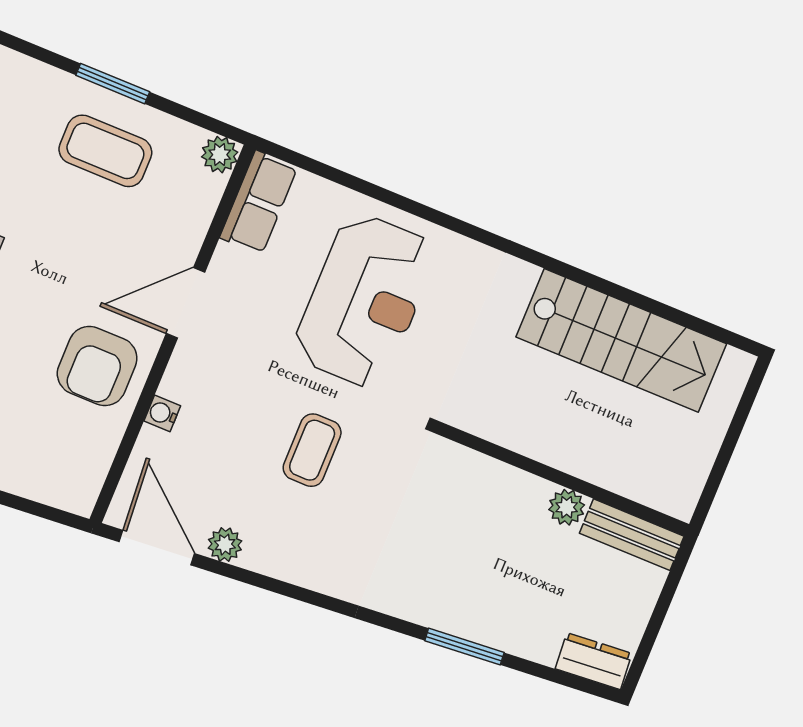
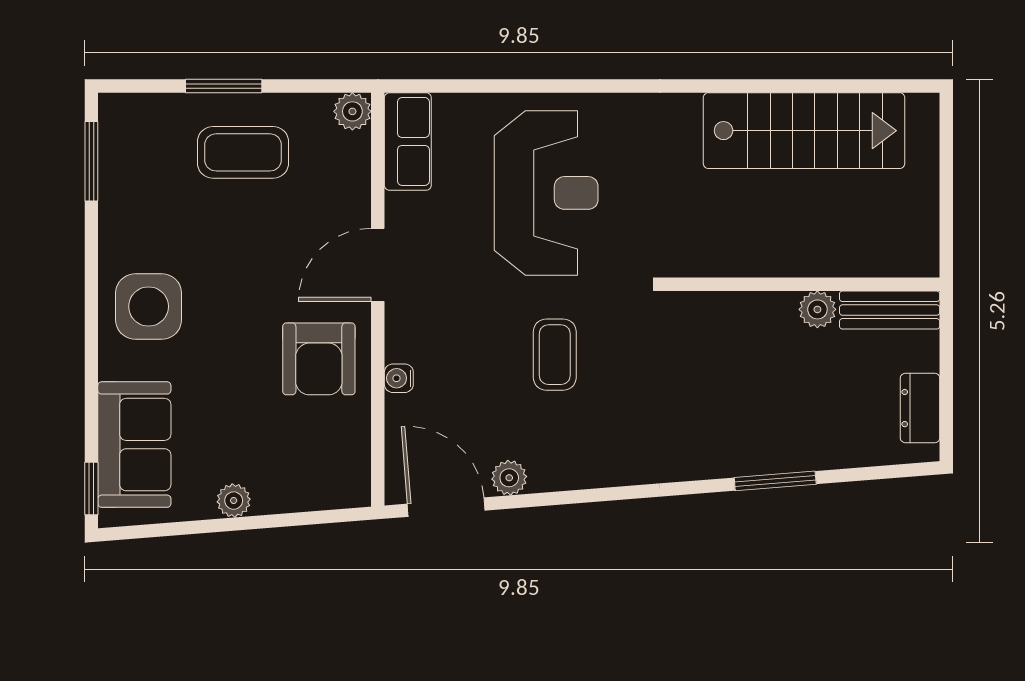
dresser: (594, 661) -> (920, 408), moved, turned -85

